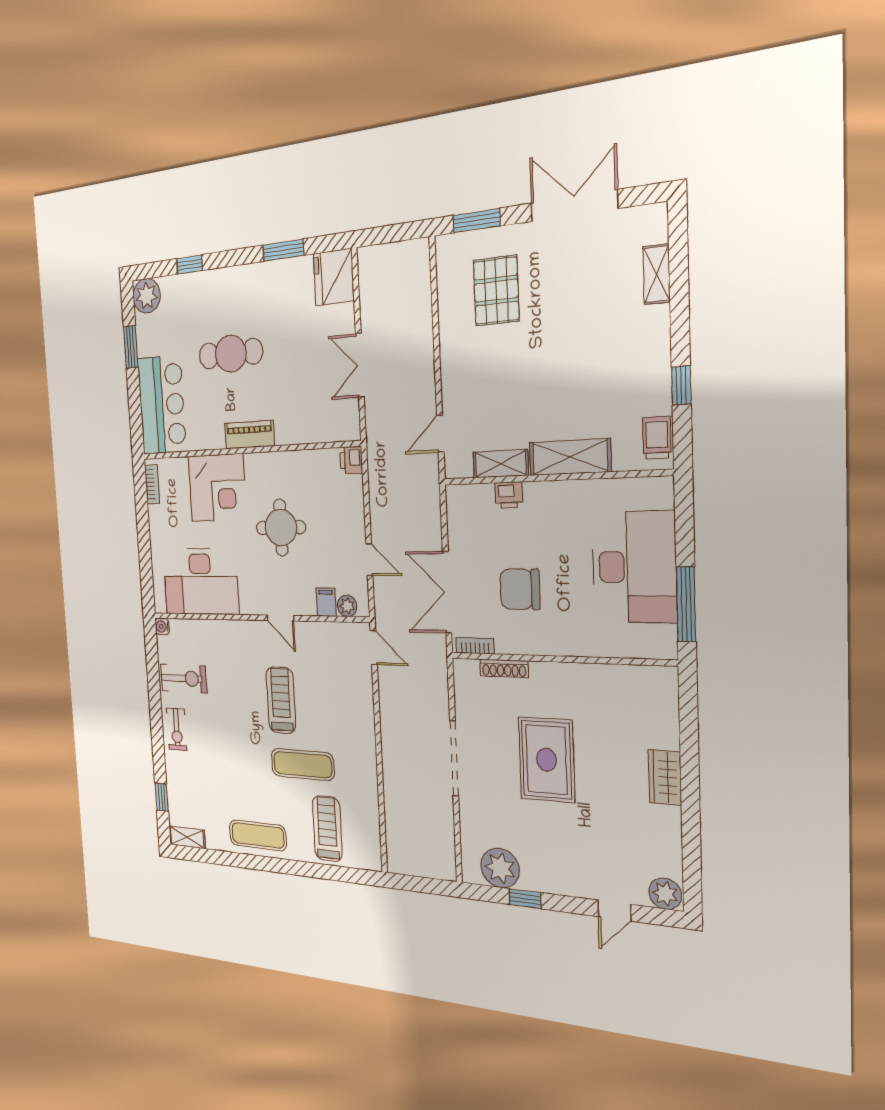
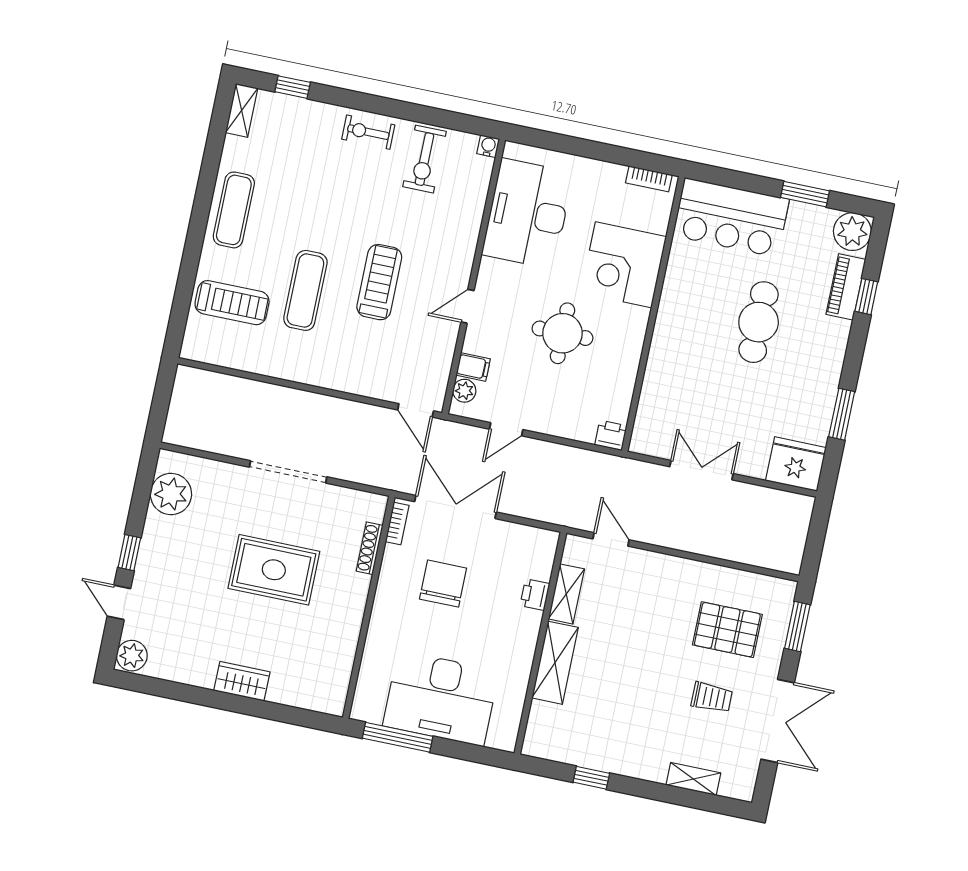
piano: (249, 435) -> (846, 287), moved, turned 180
trolley: (657, 438) -> (712, 697), moved
door: (374, 648) -> (416, 410), hinge flipped
treadmill: (281, 700) -> (379, 282), turned -90
window: (525, 899) -> (129, 553), moved

